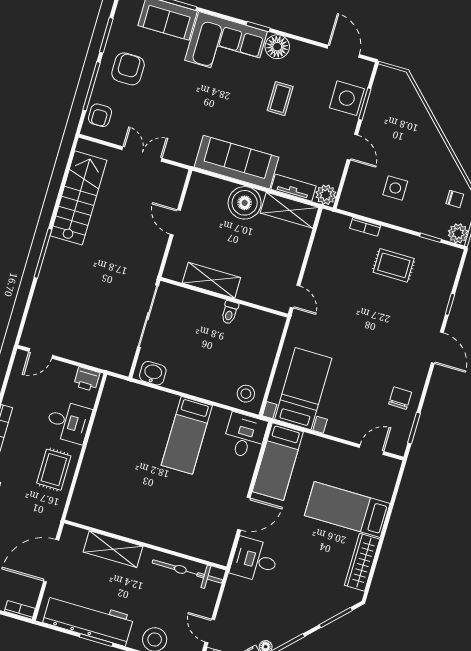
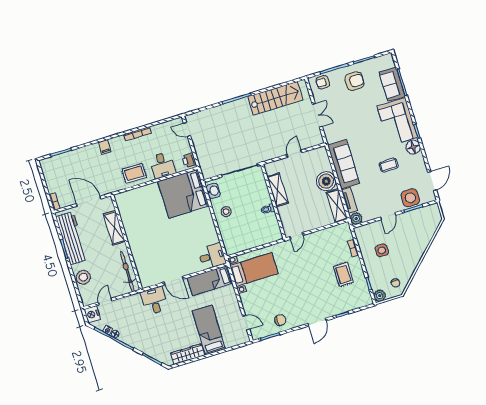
stool: (246, 394) -> (226, 212), moved
bed: (187, 435) -> (183, 194), moved, width x2.04

